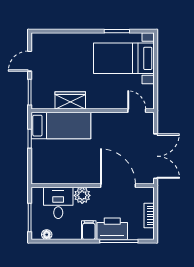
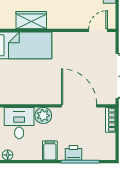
door: (137, 111) -> (98, 30), hinge flipped
bookcase: (149, 216) -> (111, 120), moved
printer: (112, 229) -> (73, 153), width x0.53, depth x0.68

